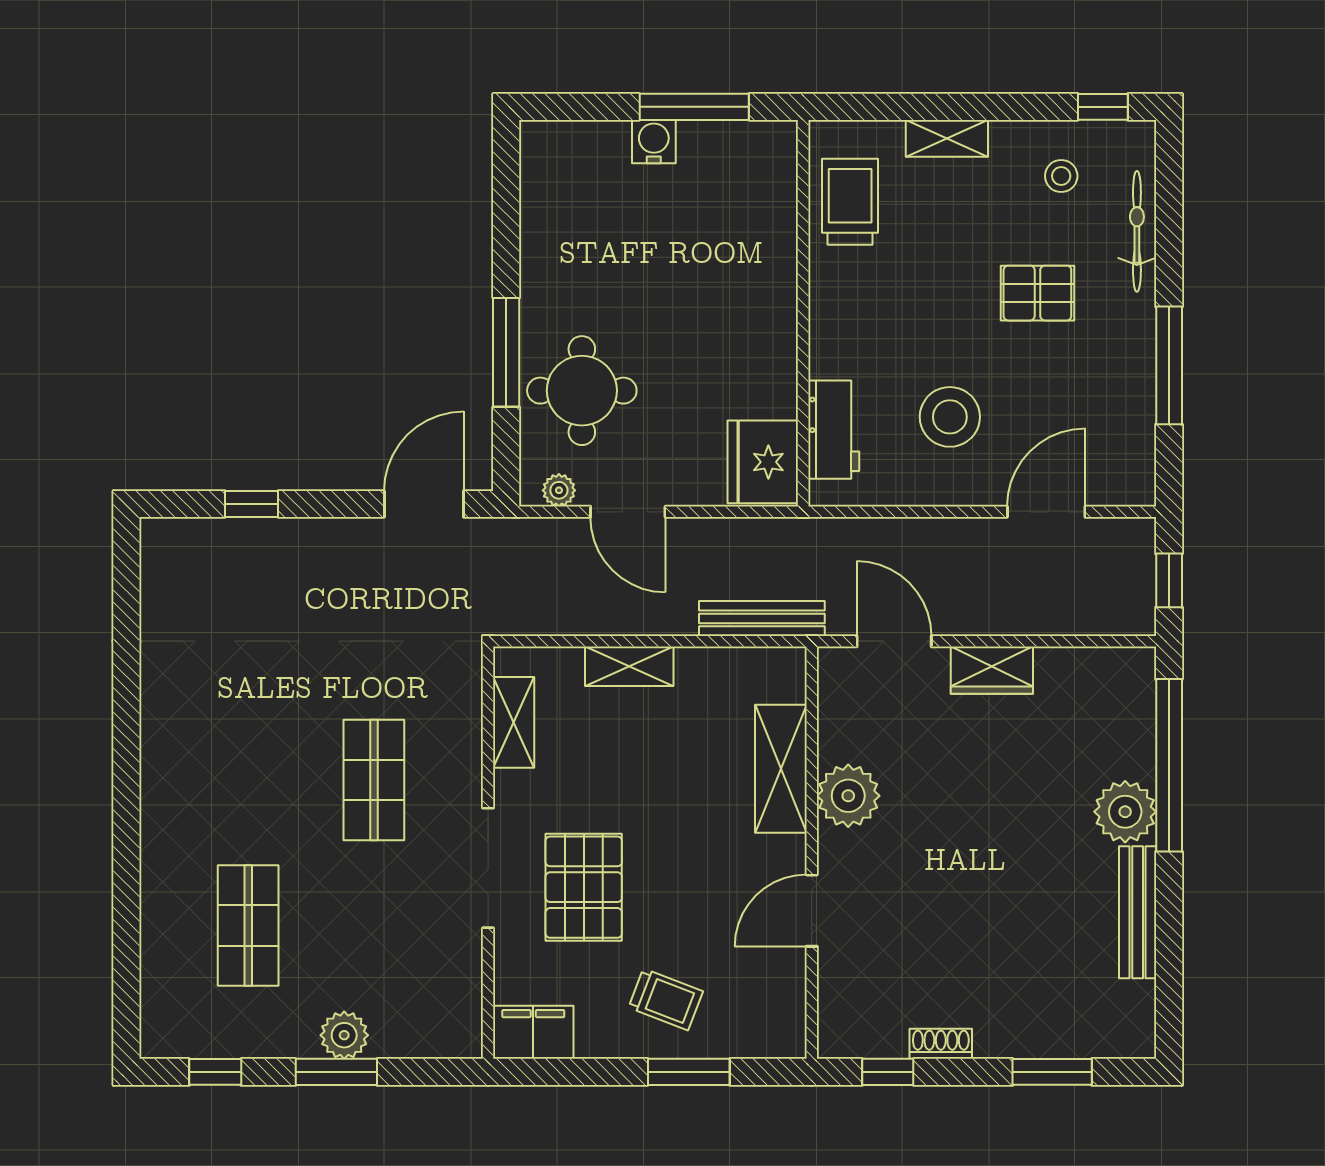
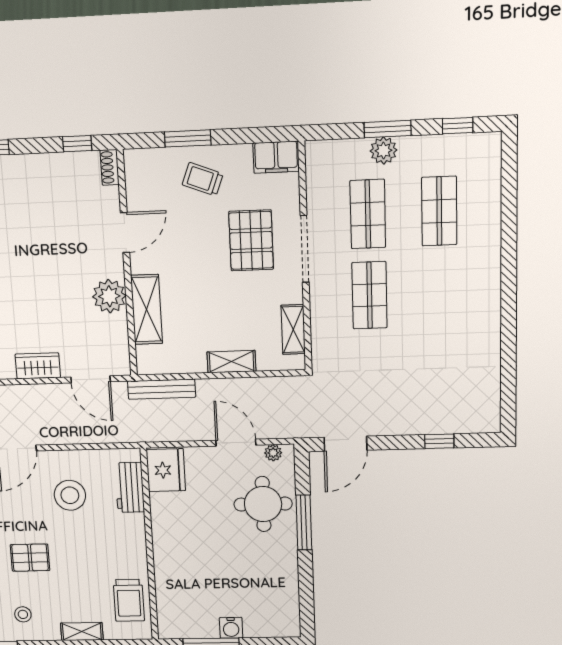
shop shelf: (374, 925) -> (368, 214), added
shoe rack: (941, 1044) -> (110, 167), moved, turned 90

